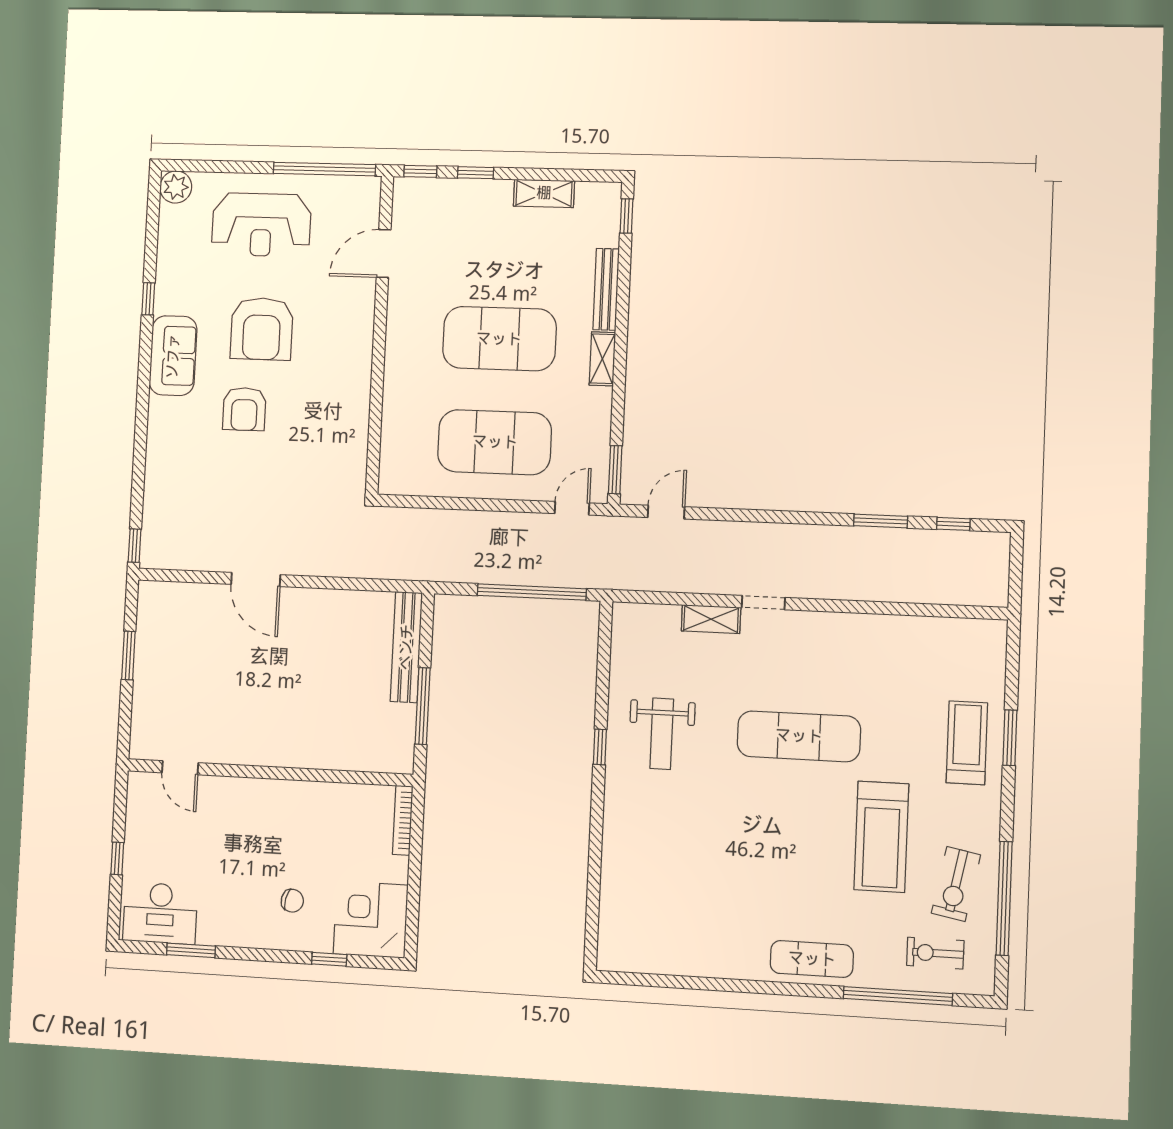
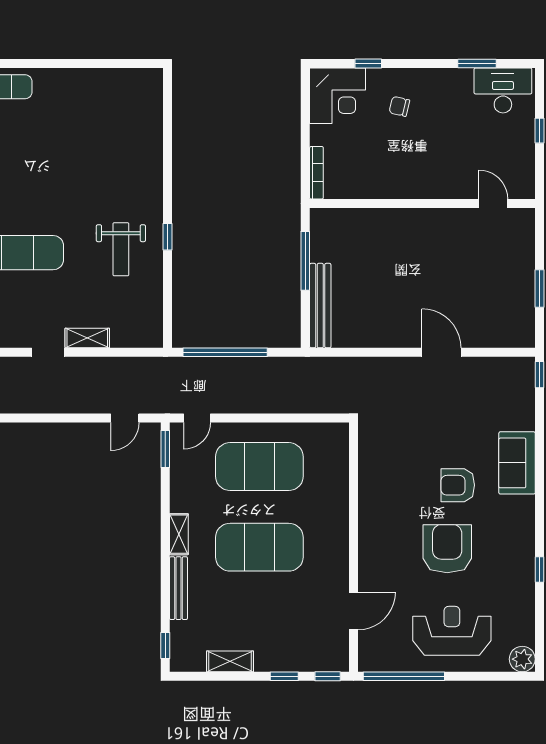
sofa: (173, 356) -> (517, 463), moved
armchair: (244, 409) -> (458, 485), turned -90
weight bench: (662, 734) -> (121, 249), turned 180

